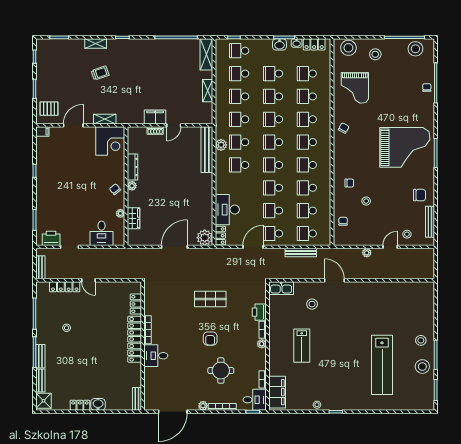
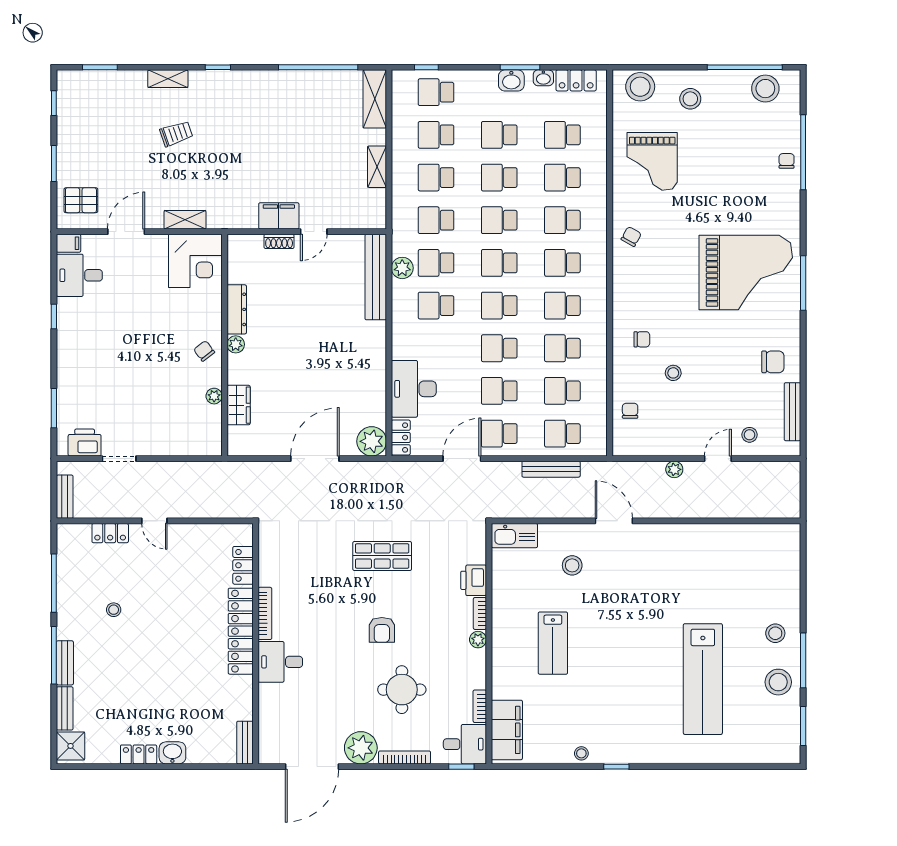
desk: (102, 233) -> (79, 275), moved, turned 90
locker: (65, 287) -> (110, 533), width x0.66
plant: (203, 406) -> (361, 748), width x1.87, depth x1.87

